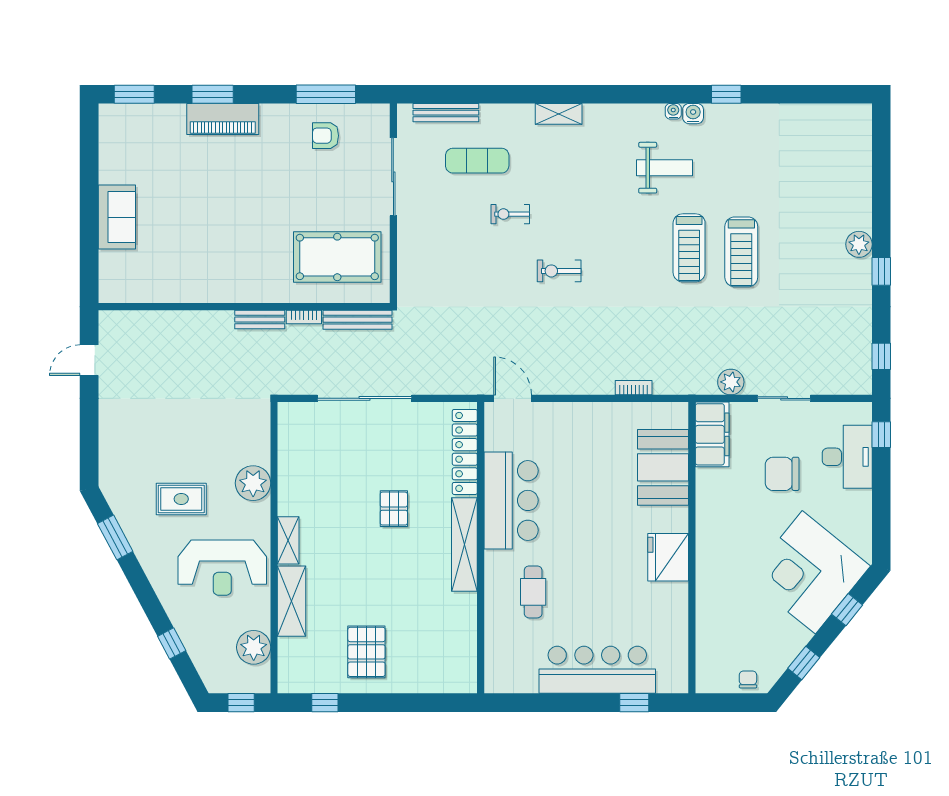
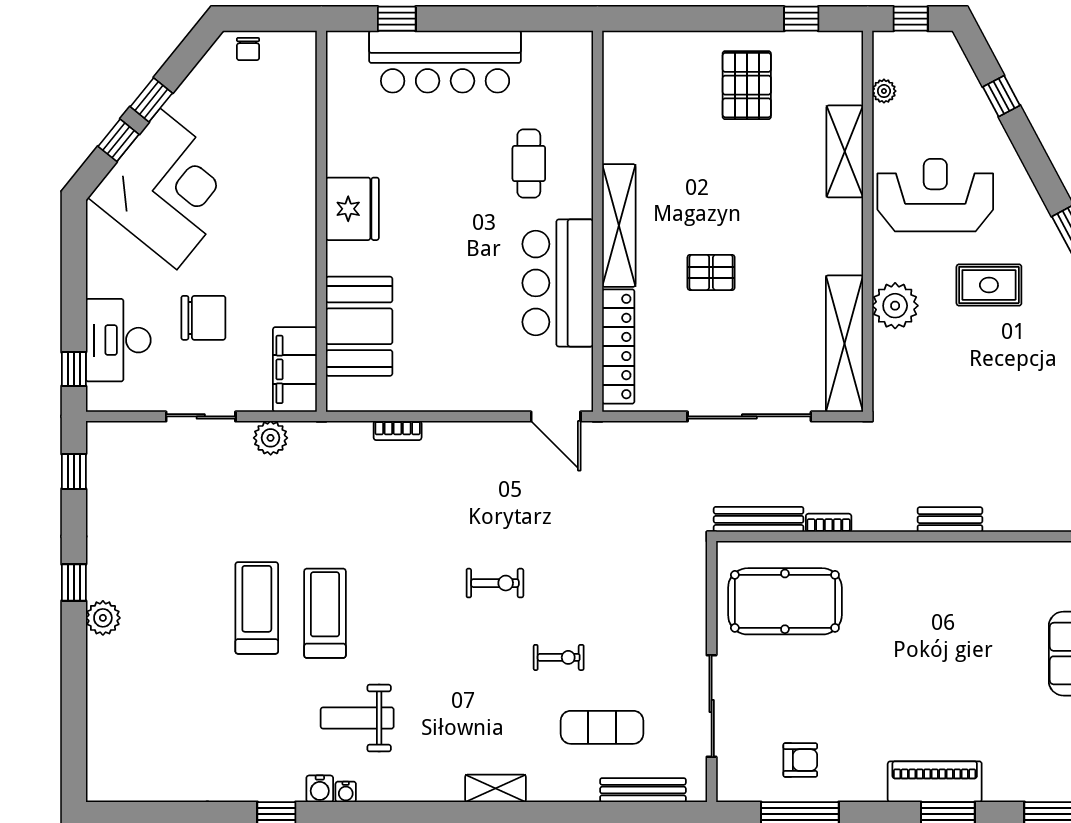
bench: (260, 320) -> (950, 520), moved
pallet: (394, 509) -> (711, 272), turned 90
shelving: (288, 540) -> (845, 344), moved, width x2.20, depth x1.33
plant: (254, 647) -> (884, 91), width x0.53, depth x0.53
window: (804, 663) -> (151, 100), moved

